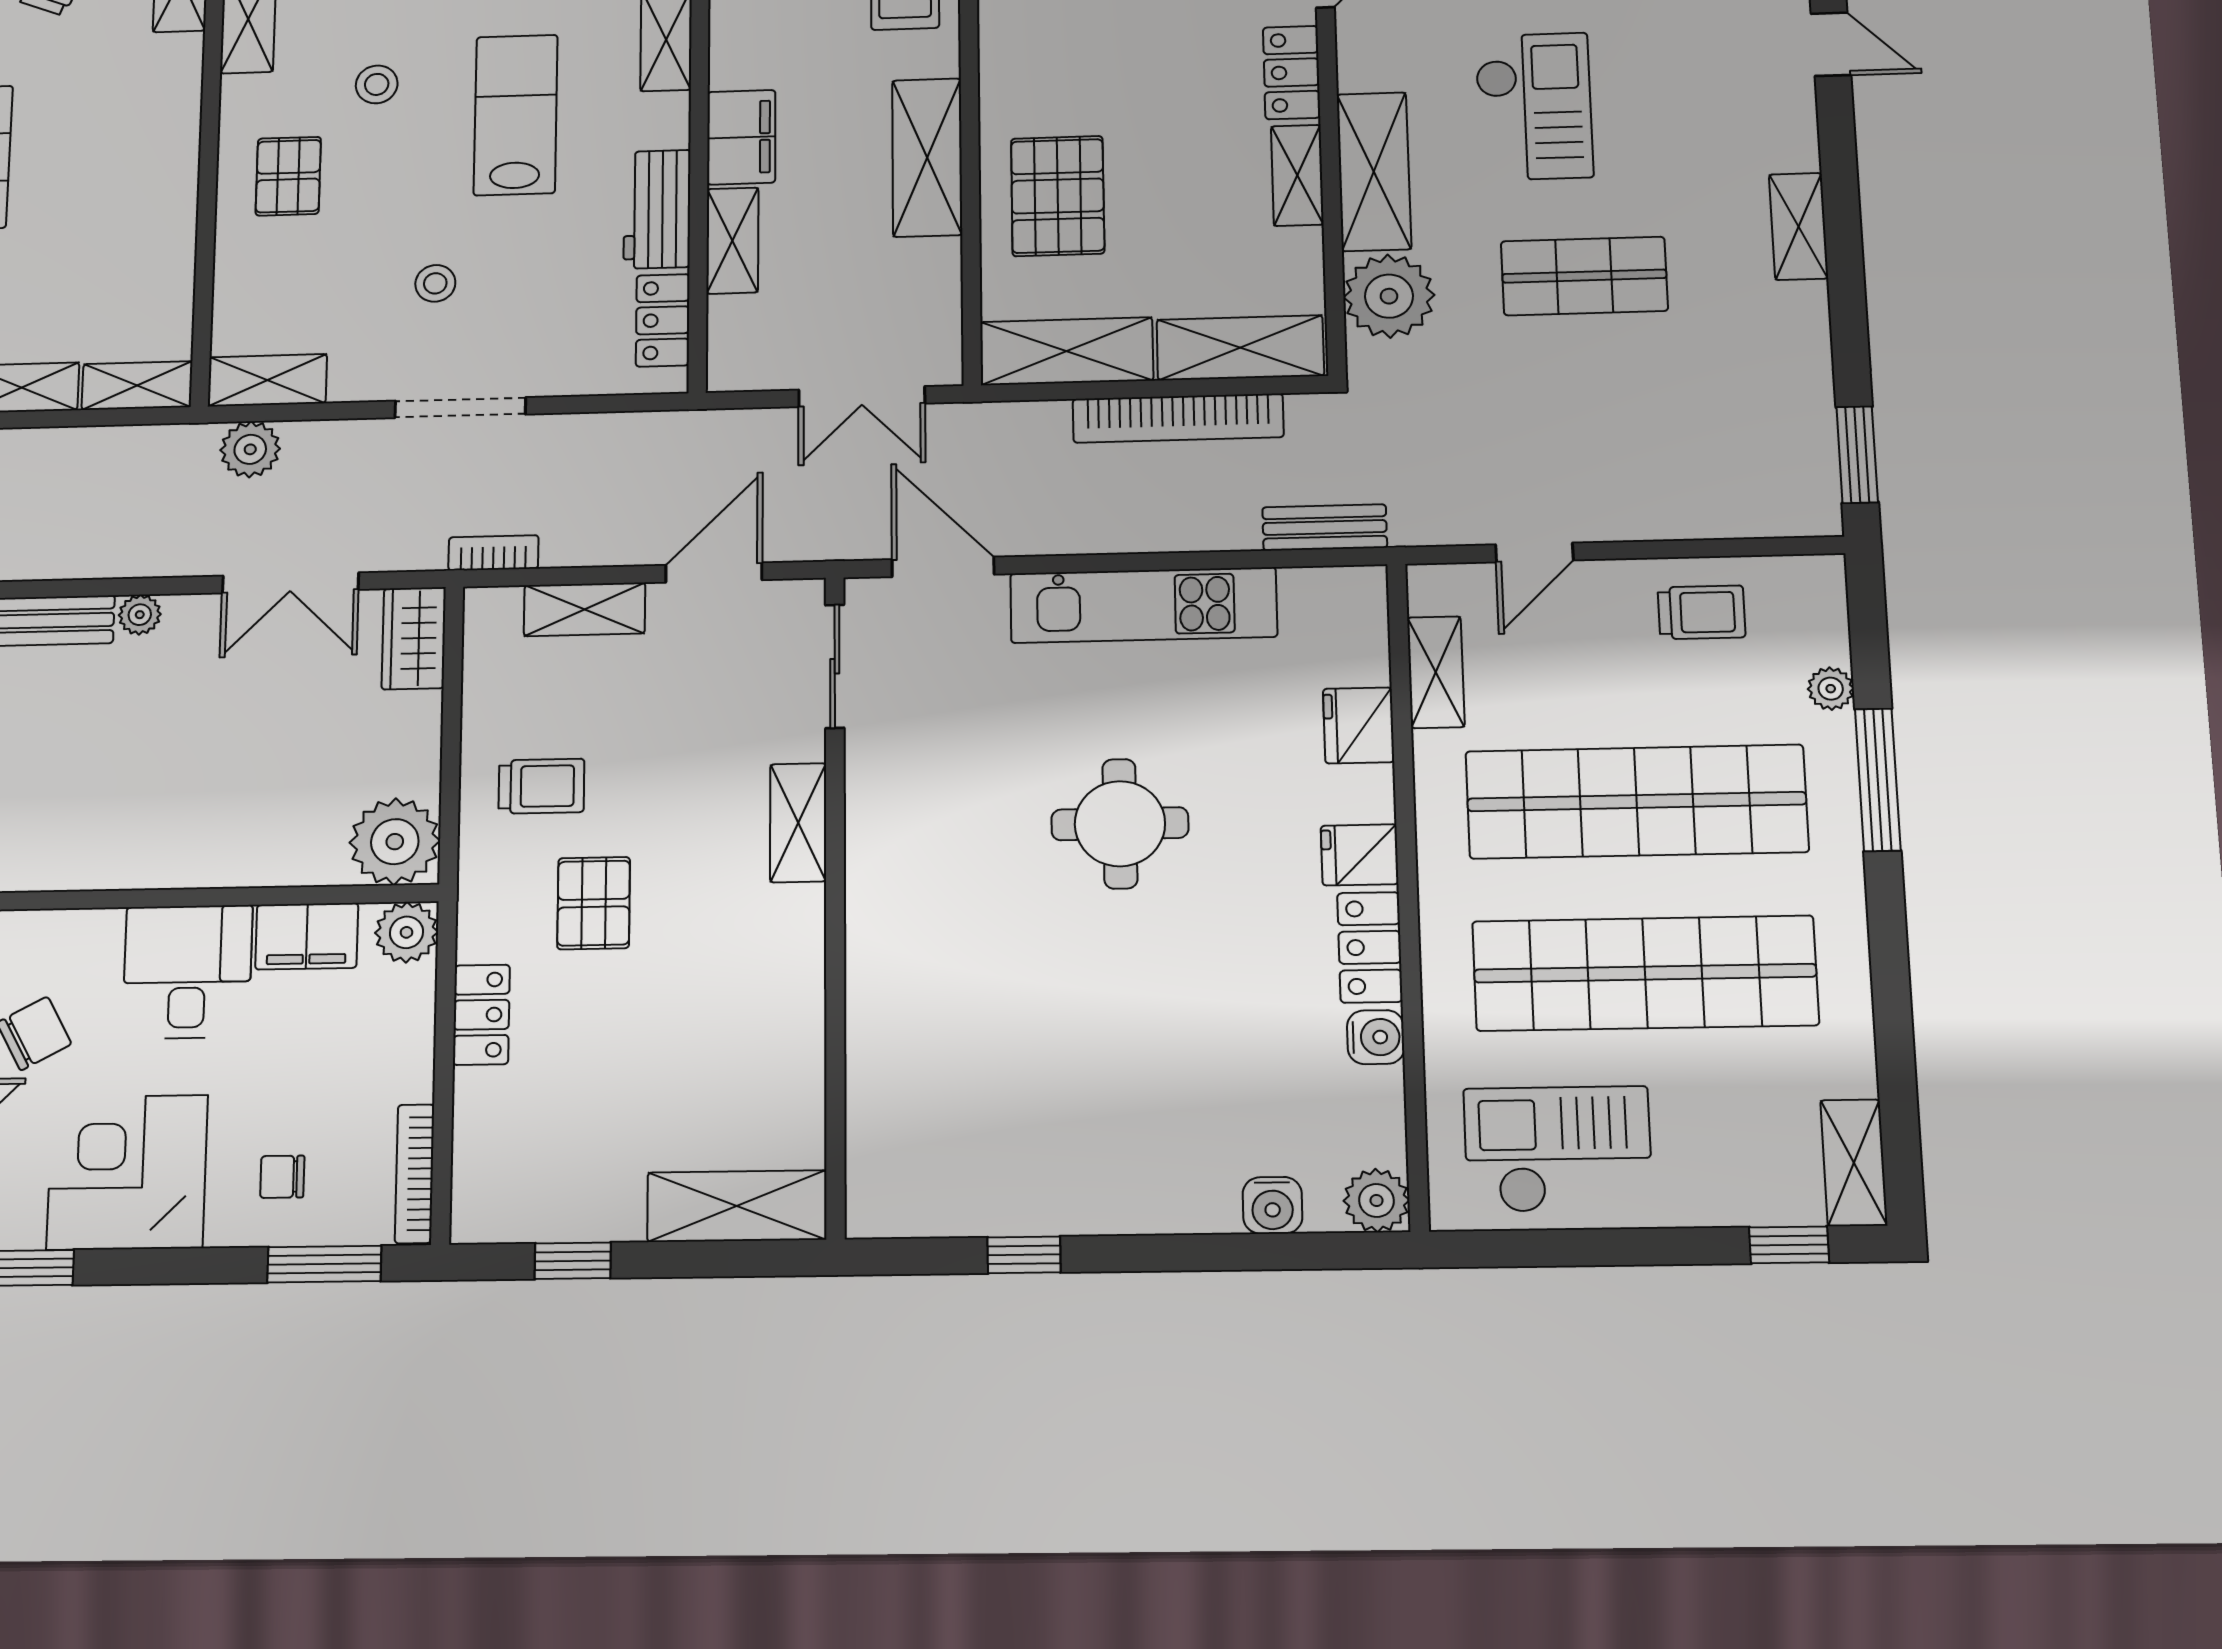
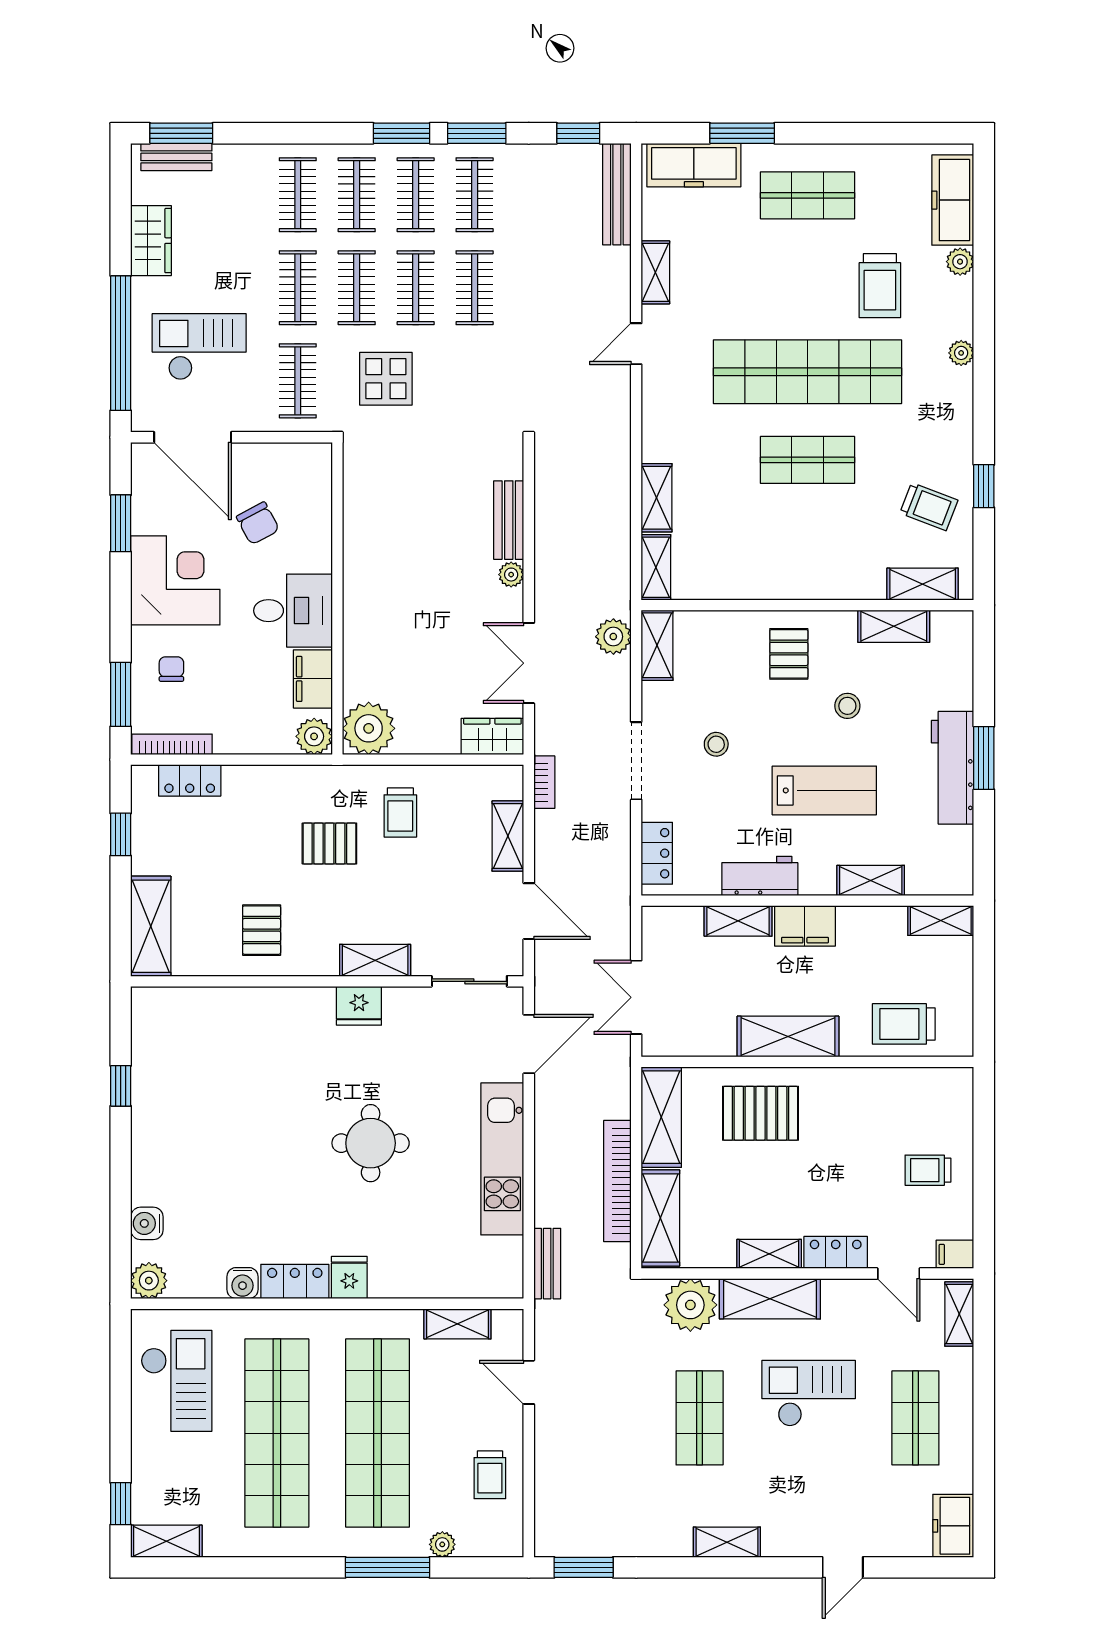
checkout: (1534, 107) -> (809, 1393), turned 180
pallet: (288, 176) -> (789, 654), turned 90
locker: (663, 320) -> (657, 853), moved, turned 90
fridge: (1359, 725) -> (359, 1006), moved, turned 180
locker: (481, 1015) -> (190, 780), moved
pallet: (745, 1015) -> (262, 930), added

